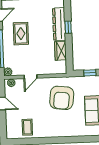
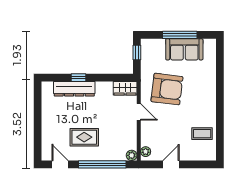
wardrobe: (60, 51) -> (125, 88), moved
door: (30, 77) -> (139, 112), moved

